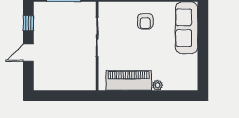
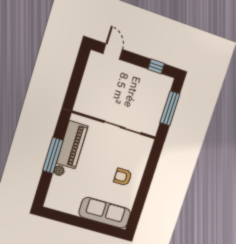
door: (28, 53) -> (113, 51), moved
window: (145, 96) -> (53, 155), added

